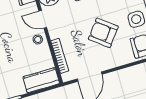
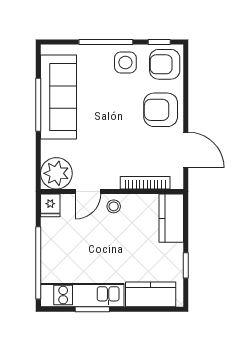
armchair: (103, 33) -> (161, 110), moved, turned 52

